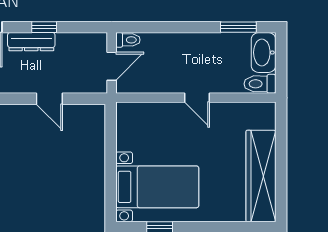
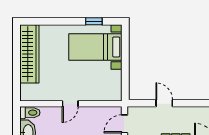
door: (197, 98) -> (70, 104), swing flipped

